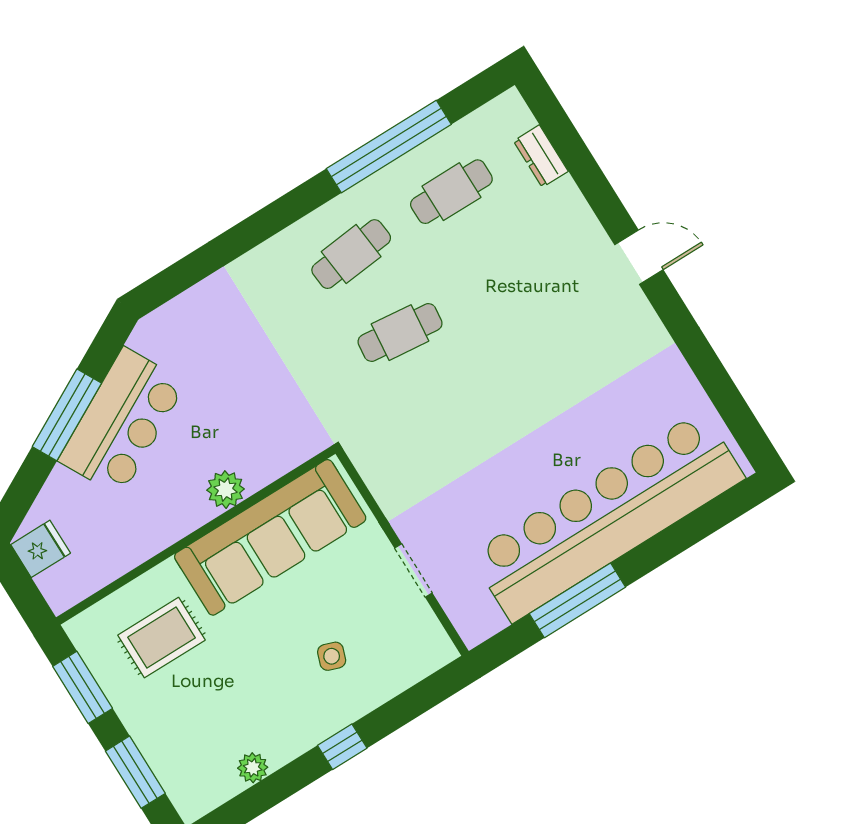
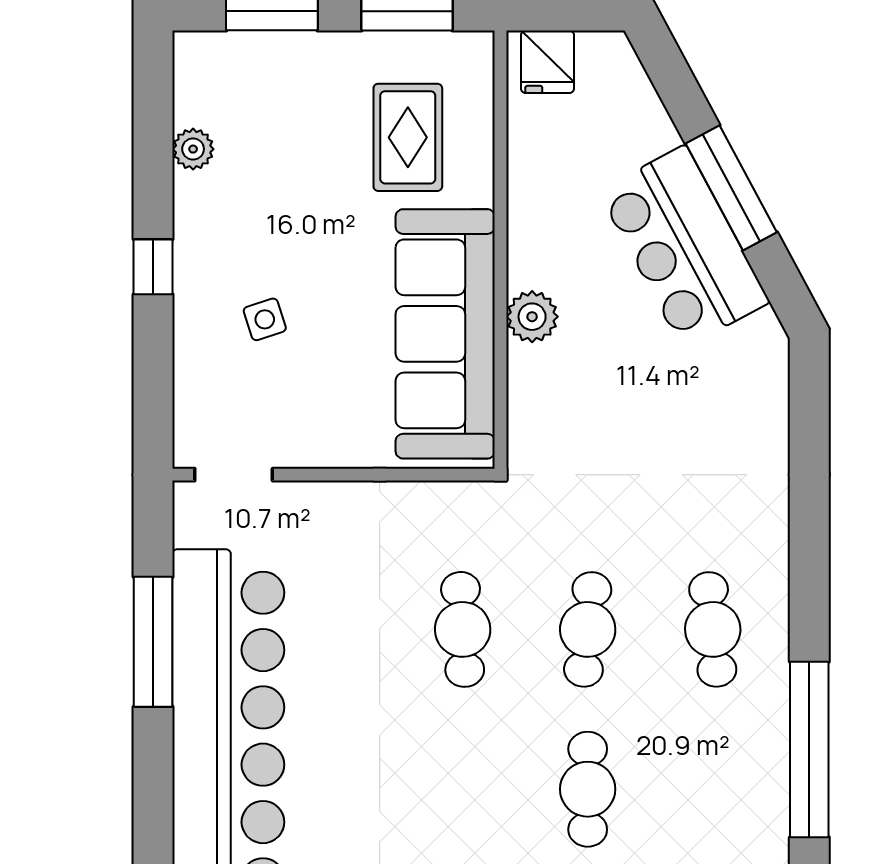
cafe table: (451, 192) -> (588, 789), moved
cafe table: (449, 411) -> (463, 629), added
fridge: (41, 549) -> (548, 62), moved
doorway: (413, 570) -> (234, 475), moved
side table: (332, 656) -> (265, 319), turned -37

